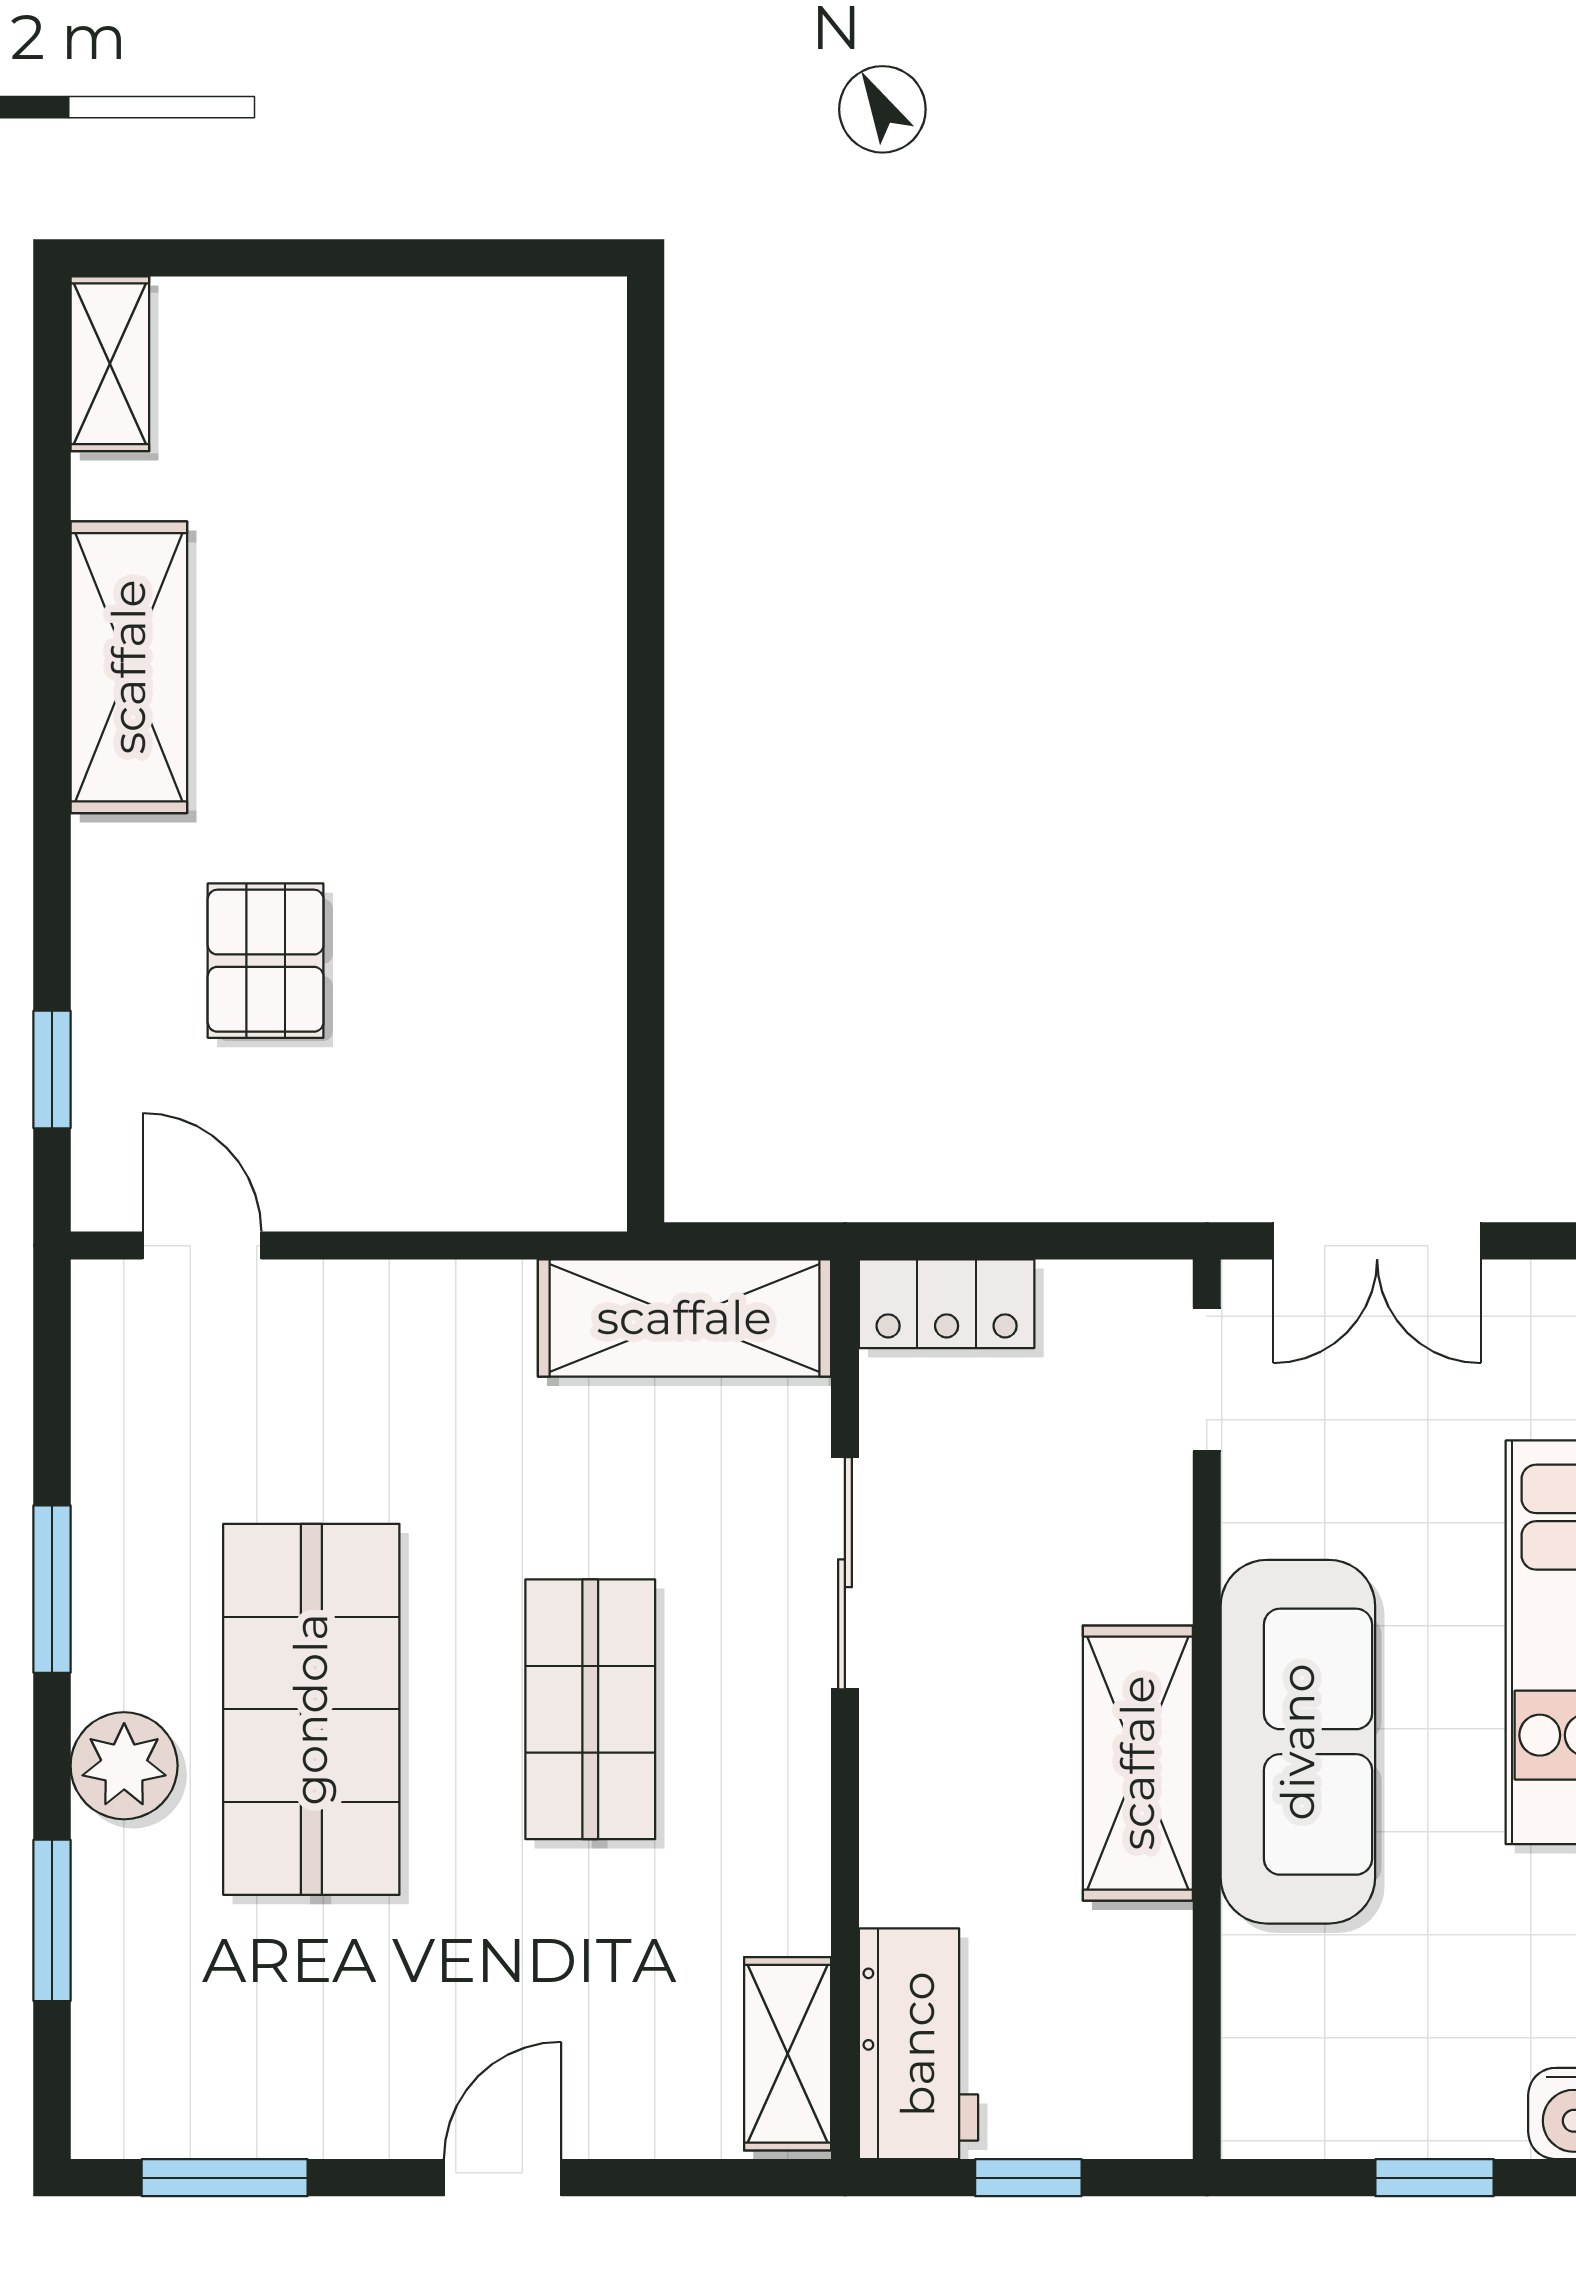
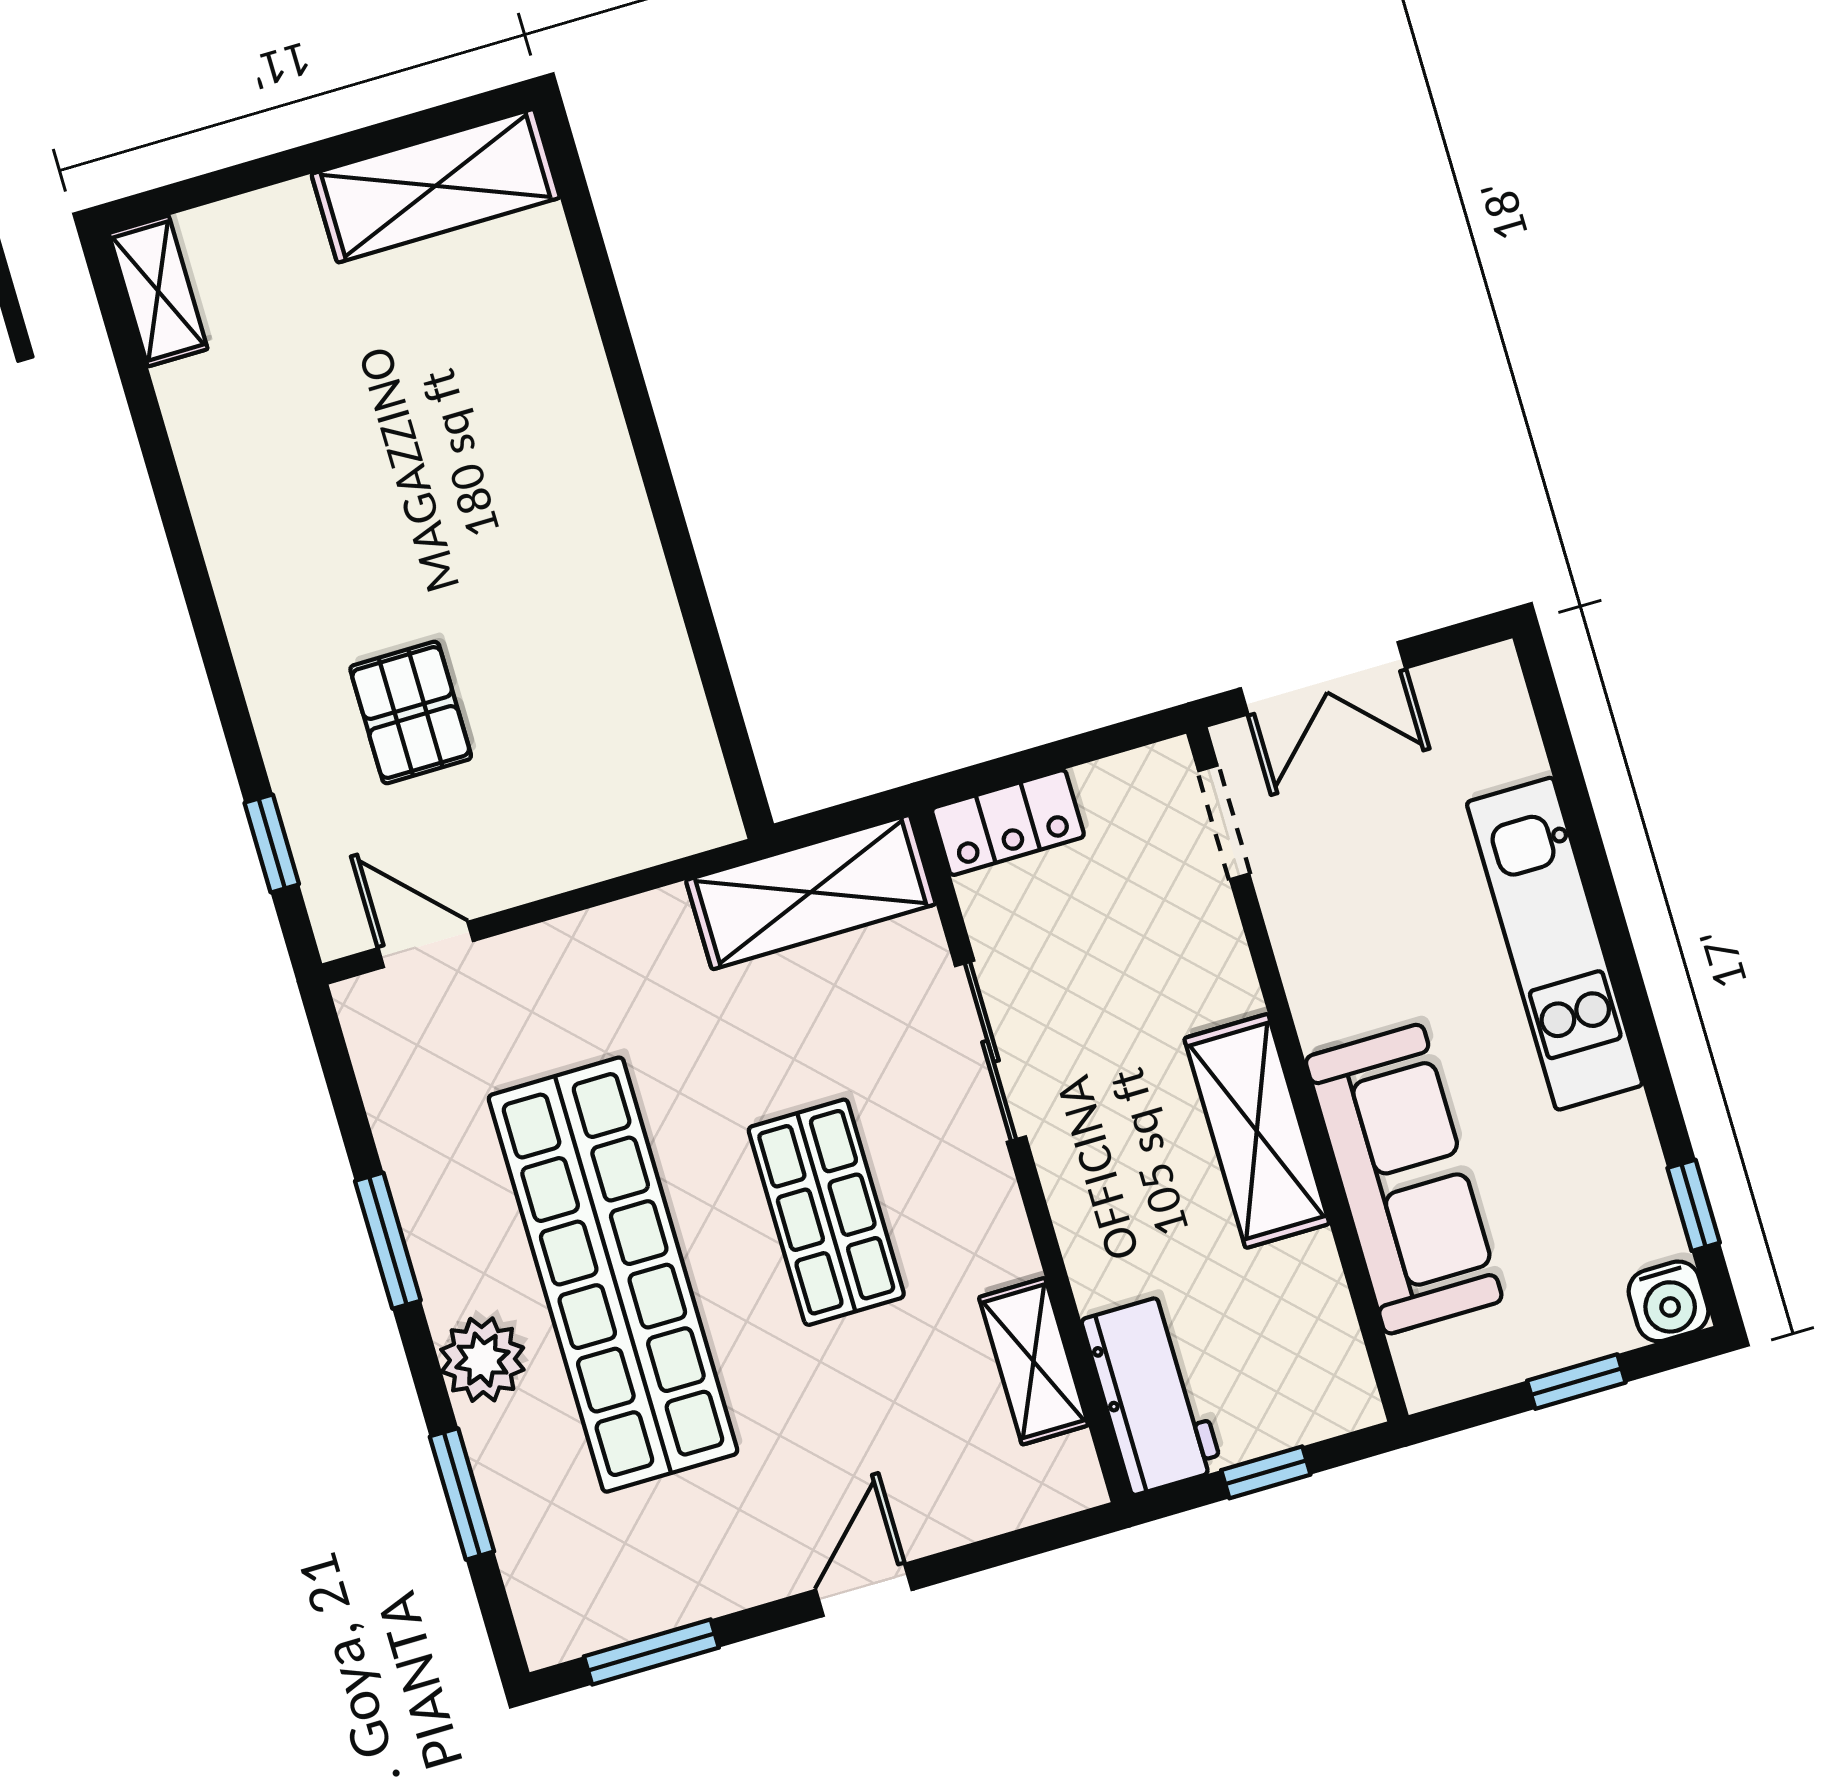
shelving: (129, 667) -> (436, 186), moved, turned 90
shop shelf: (311, 1709) -> (613, 1275), width x1.40
sofa: (1298, 1742) -> (1404, 1179), moved
shelving: (788, 2054) -> (1034, 1361), moved

